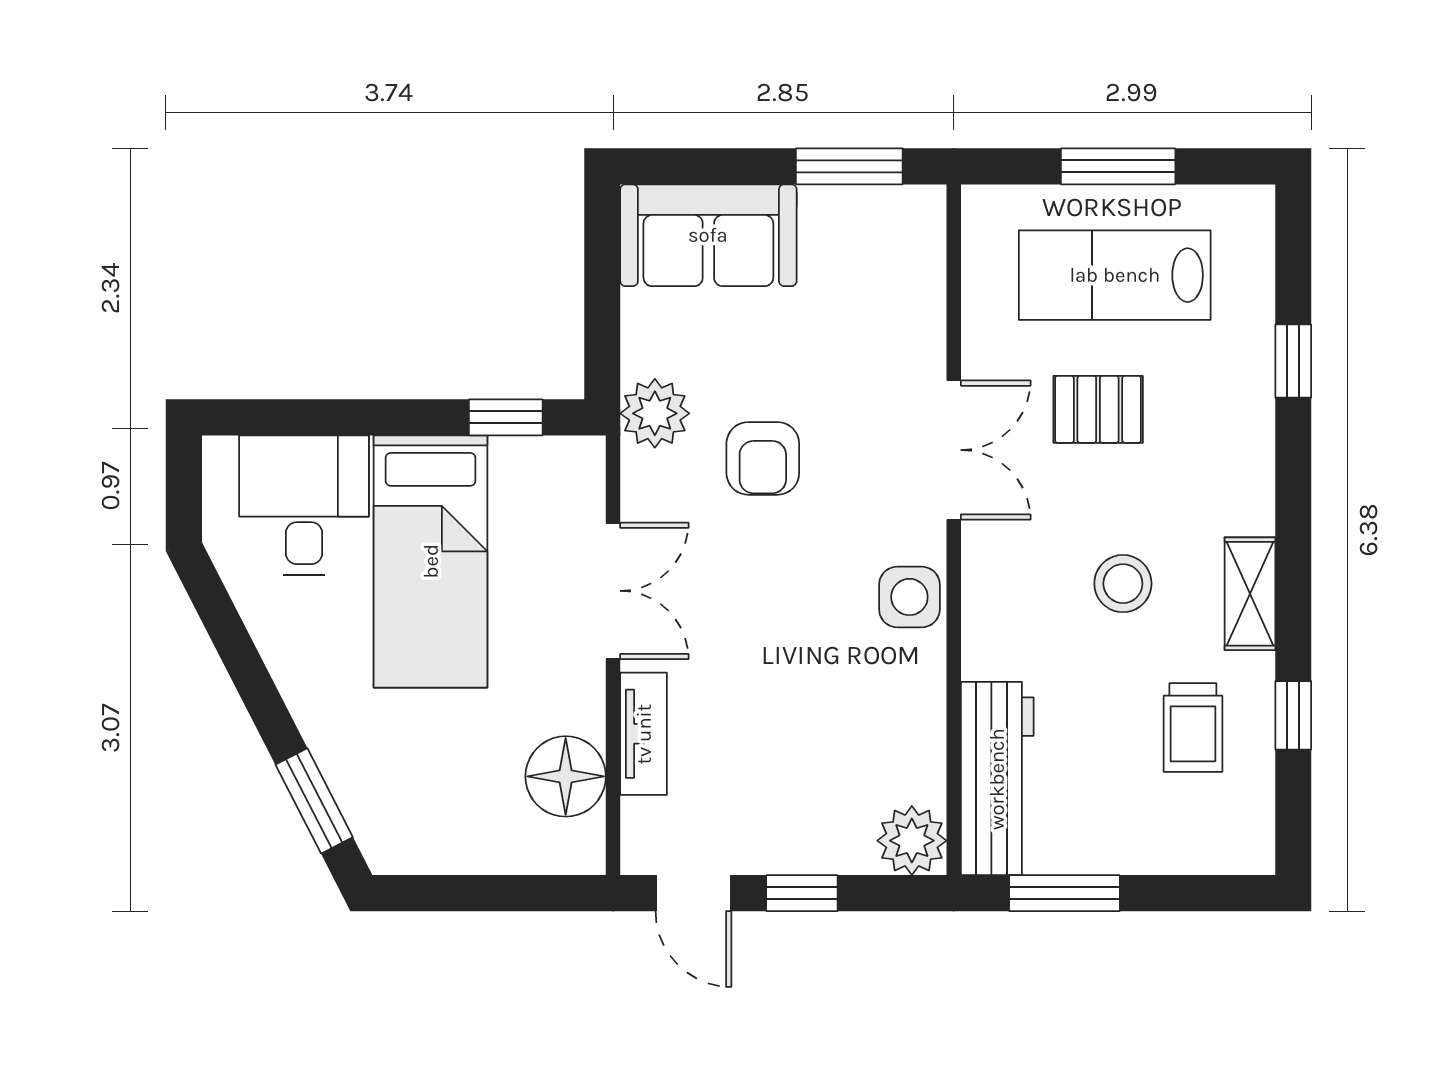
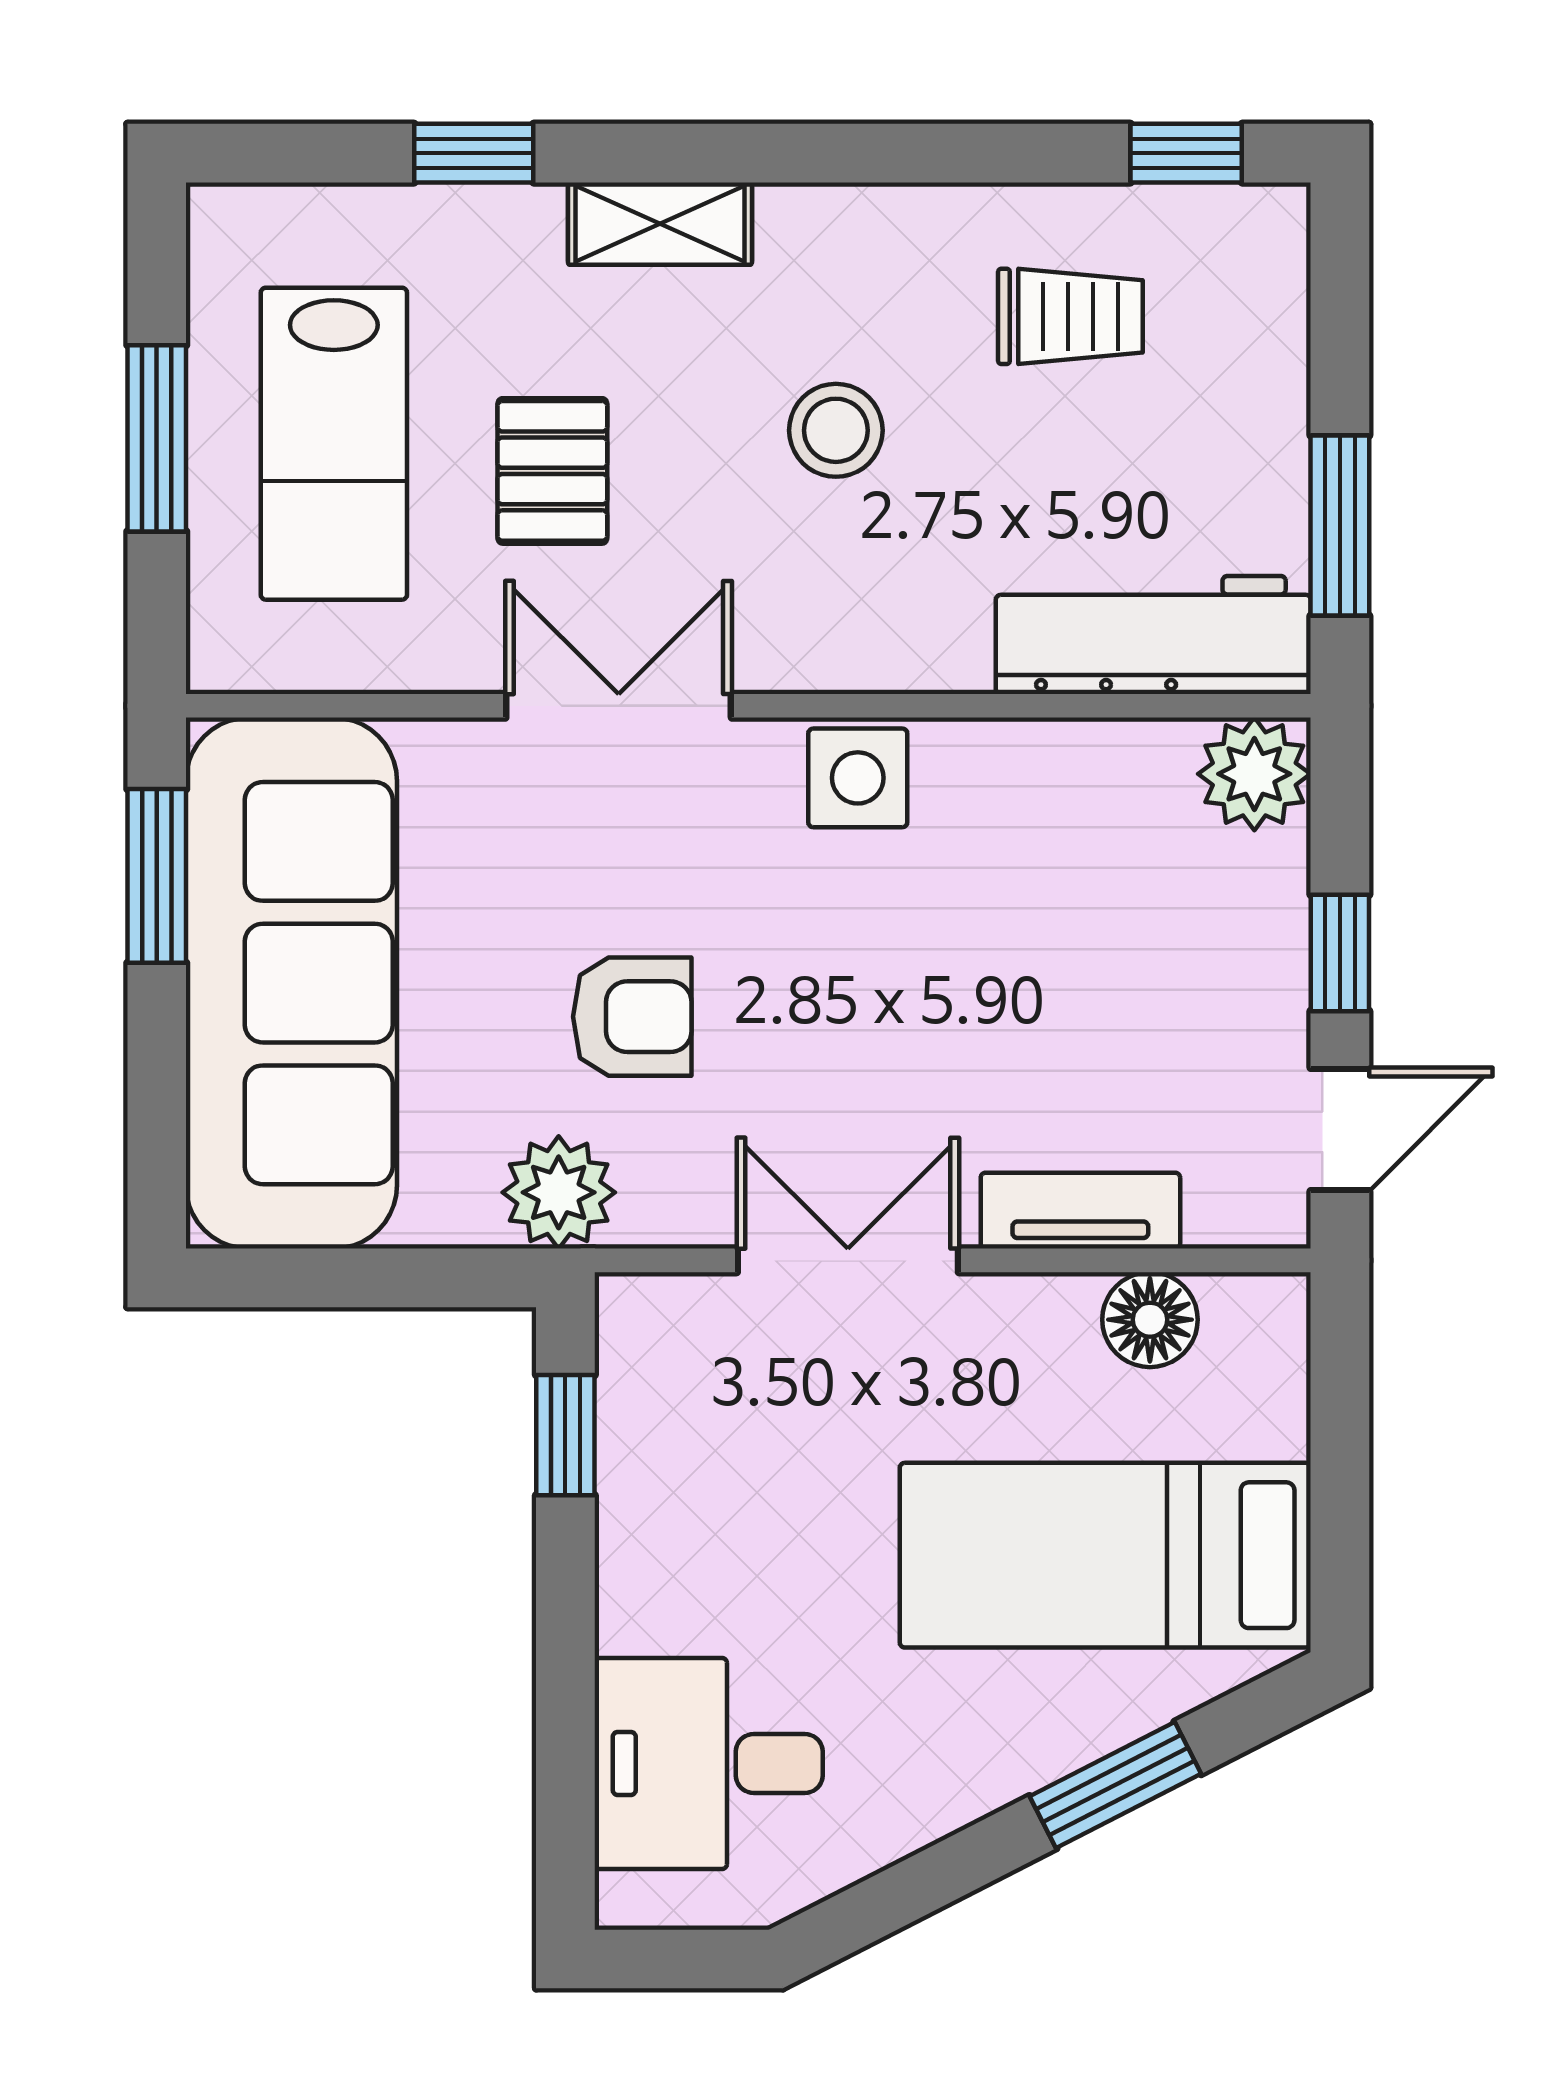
sofa: (708, 235) -> (291, 983), width x1.85, depth x1.27
bed: (431, 561) -> (1105, 1555), moved, turned 180
shelving: (1250, 594) -> (660, 224), moved
window: (1293, 715) -> (1186, 153), moved
floor lamp: (566, 776) -> (1150, 1320), width x0.73, depth x0.73
window: (314, 801) -> (1115, 1785), moved

